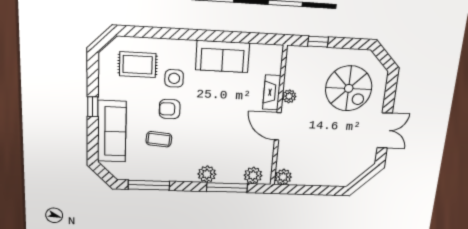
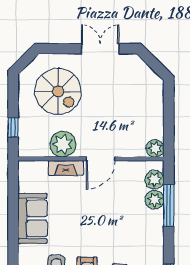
spiral stairs: (349, 88) -> (58, 91), turned 90
plant: (289, 96) -> (63, 144), width x1.88, depth x1.88
plant: (207, 174) -> (155, 200), moved

